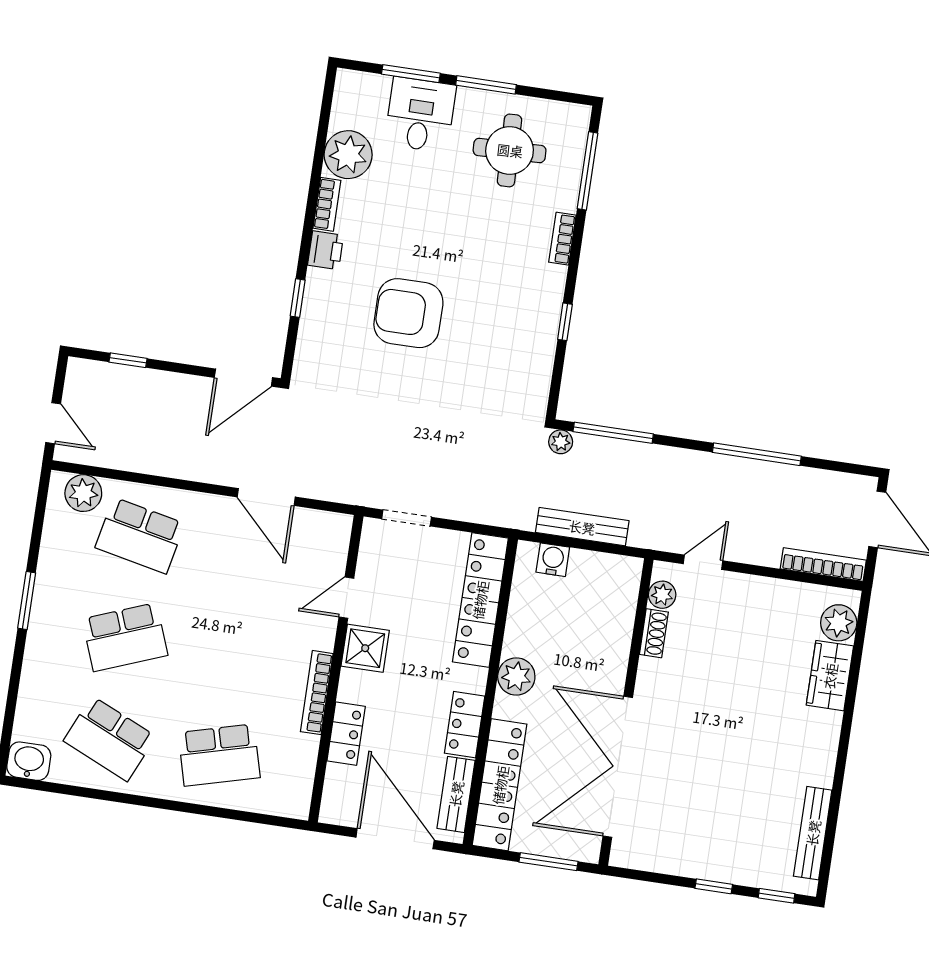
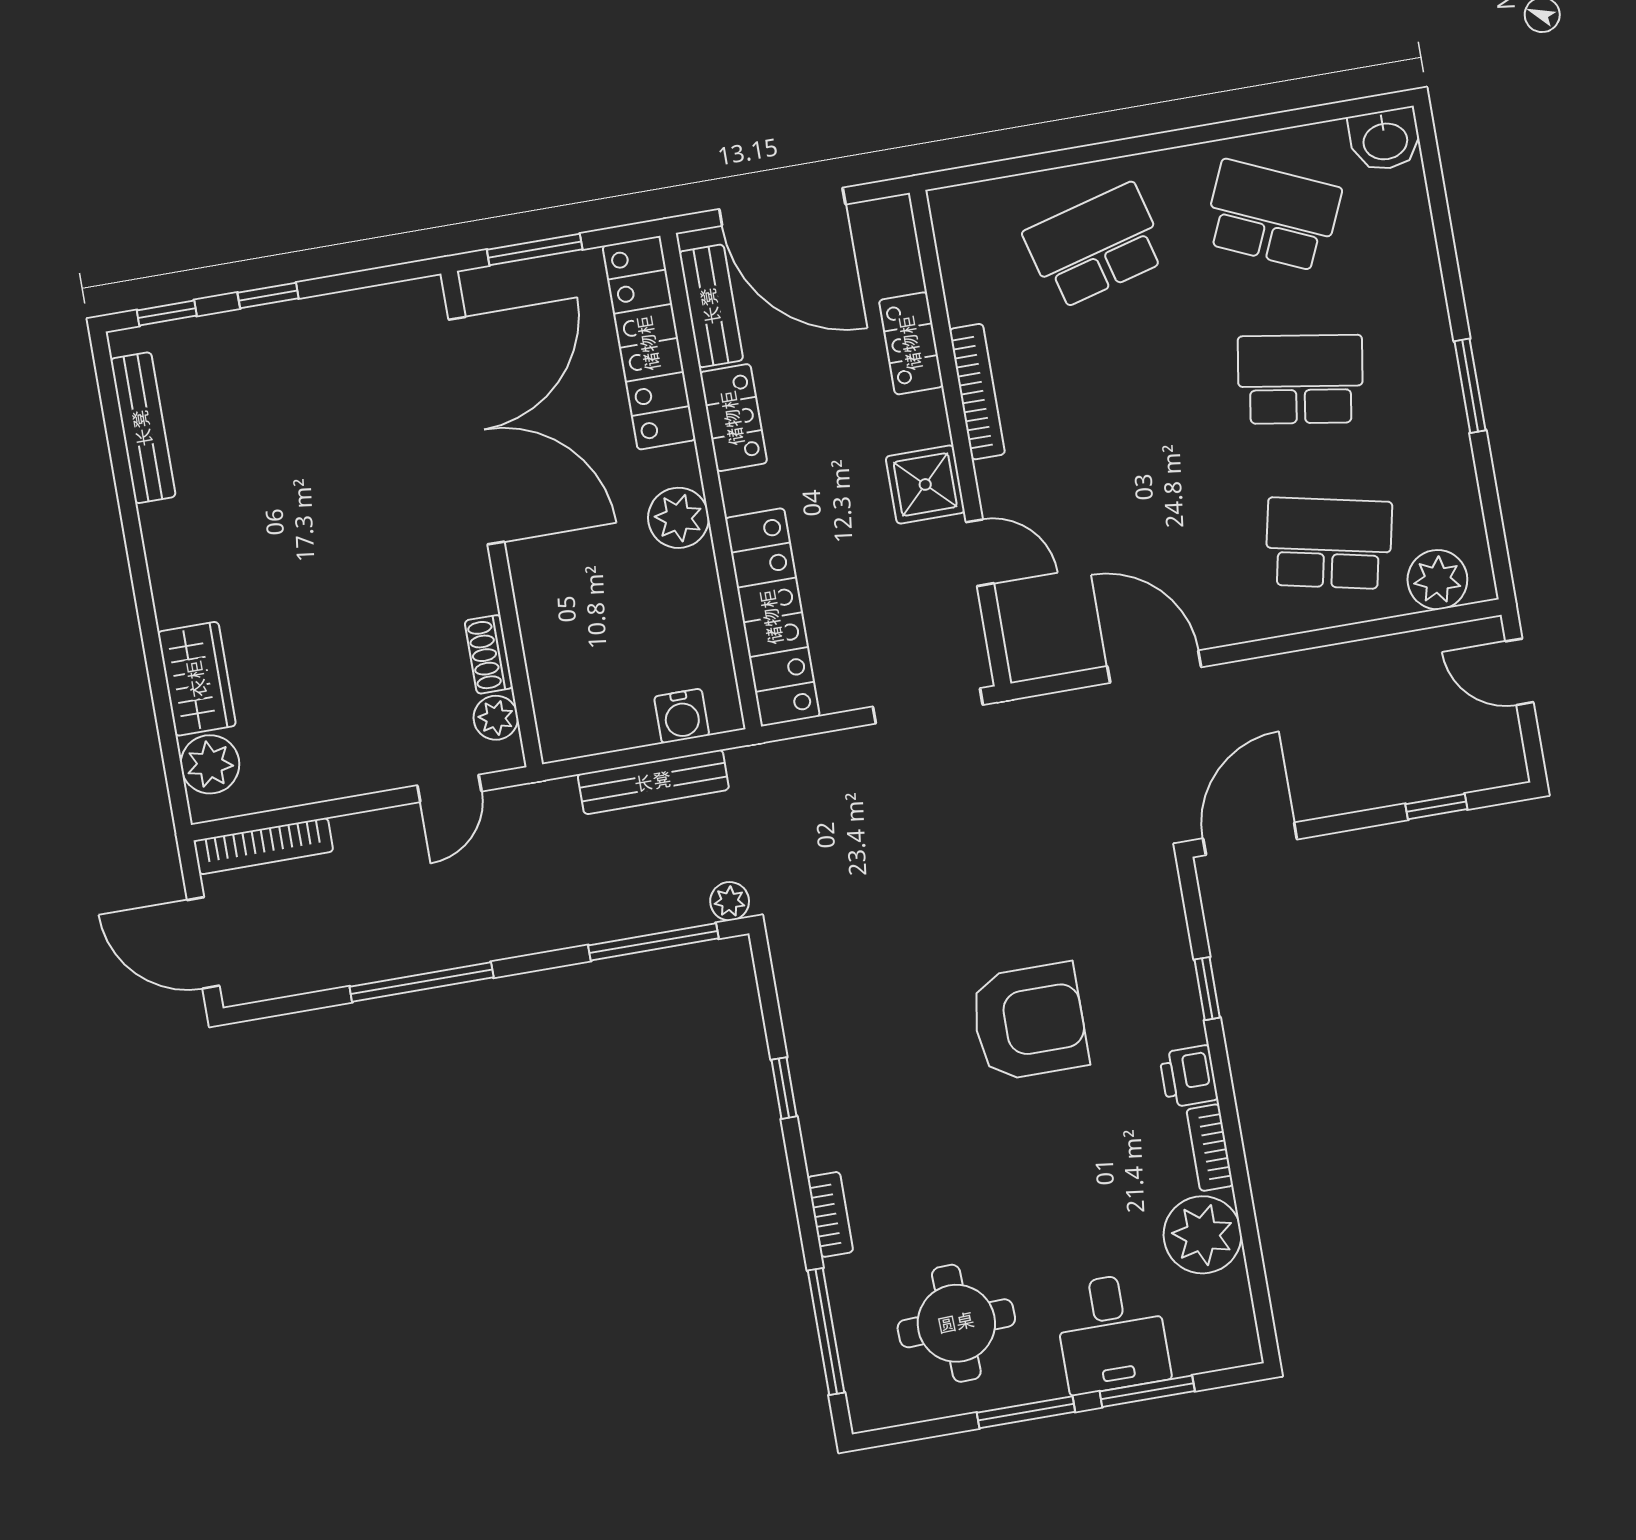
doorway: (407, 518) -> (928, 706), width x1.38
door: (346, 598) -> (980, 553), hinge flipped
school desk: (125, 637) -> (1300, 379), turned 30

